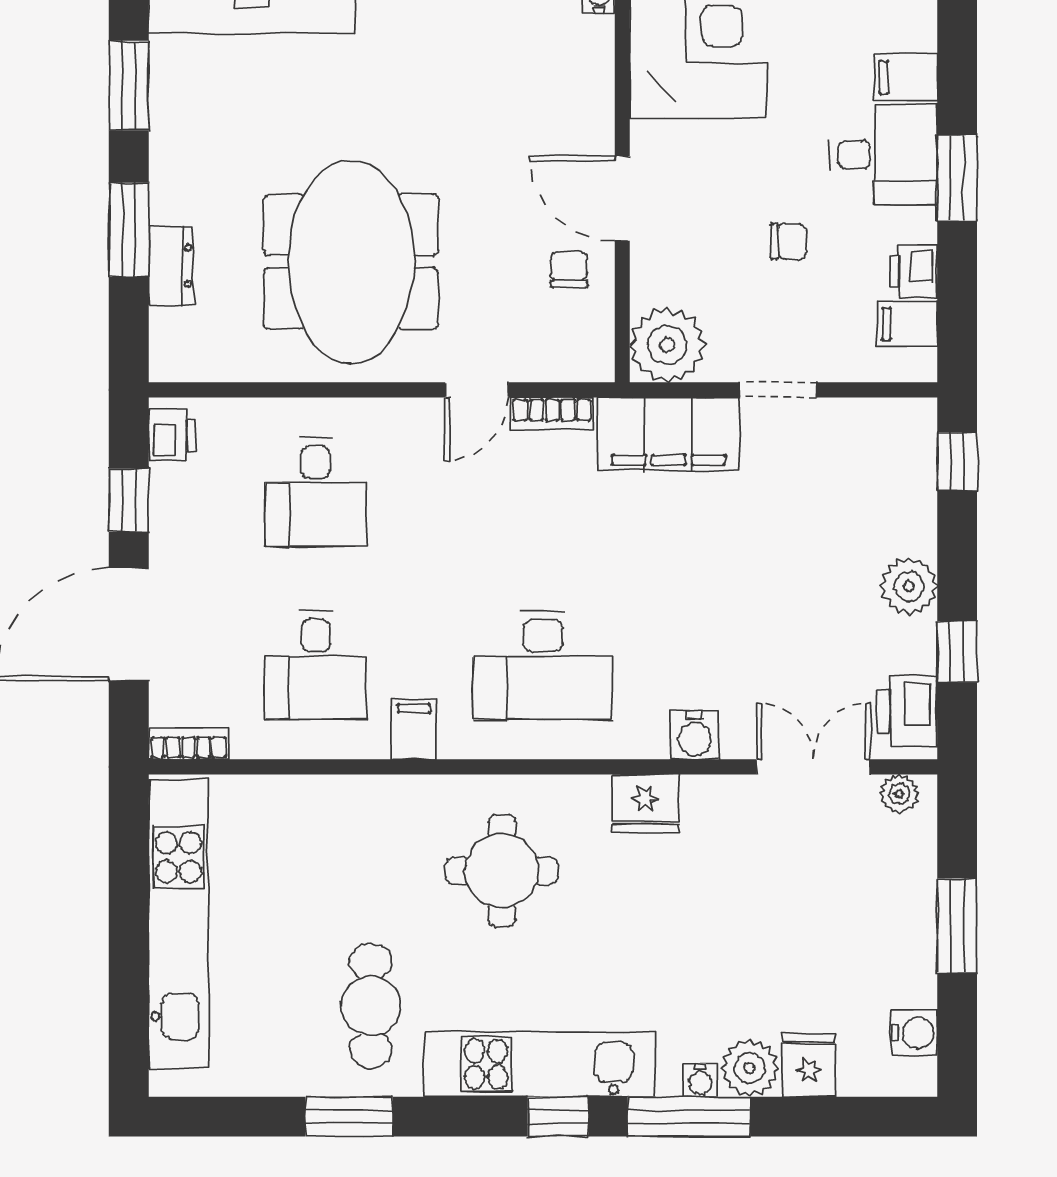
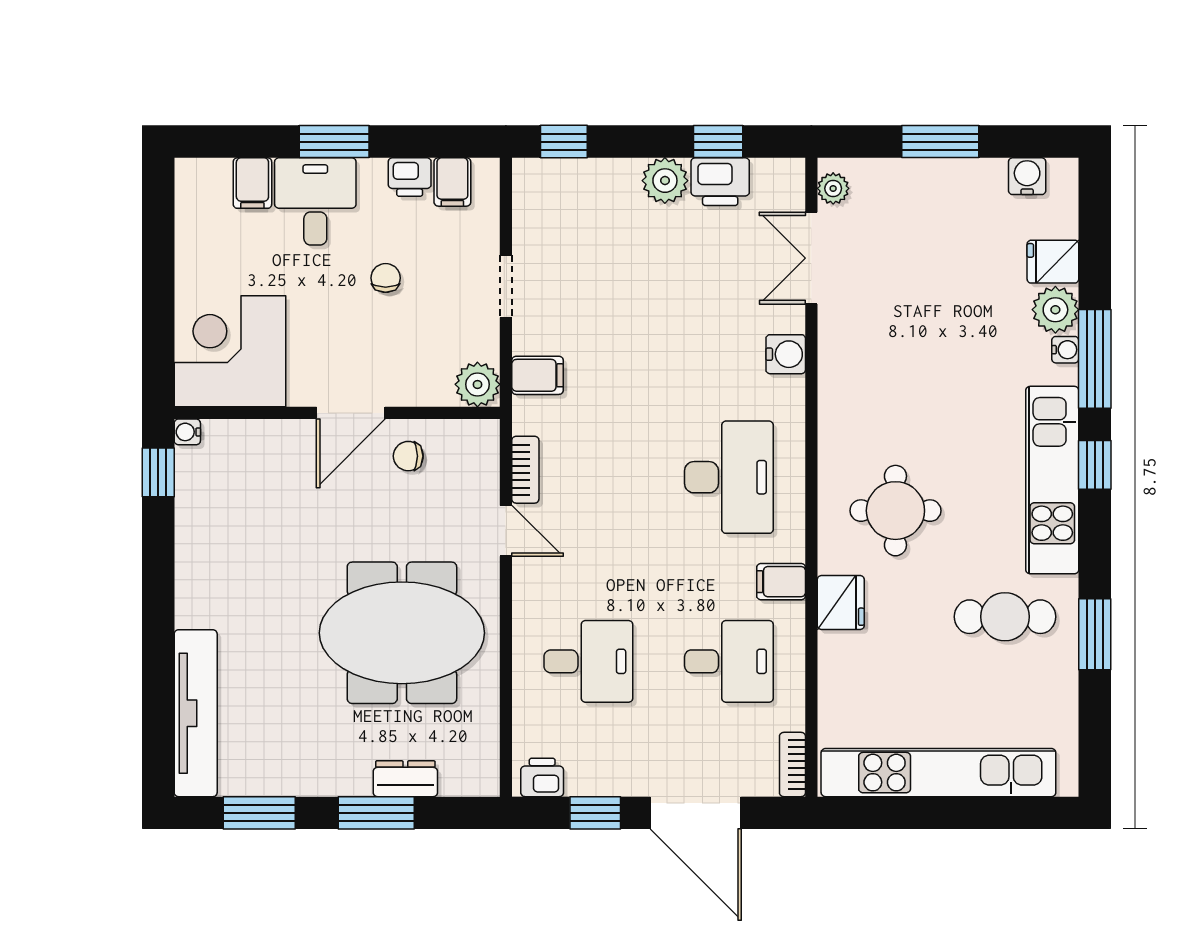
plant: (667, 345) -> (477, 384), width x0.73, depth x0.73
filing cabinet: (669, 434) -> (538, 375), width x0.33, depth x0.86
printer: (908, 711) -> (720, 182), moved
fridge: (645, 803) -> (841, 603), moved

